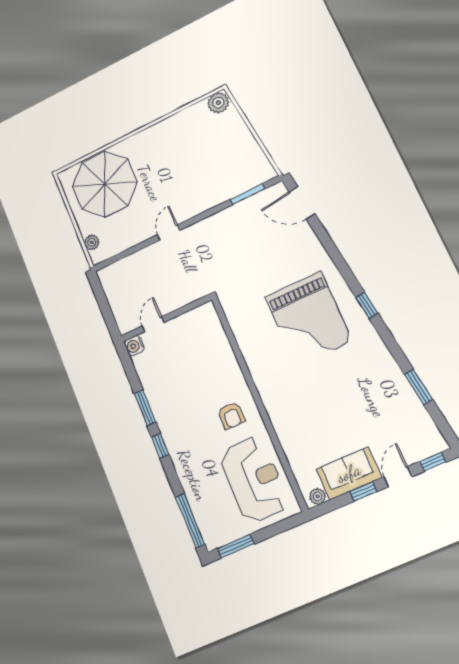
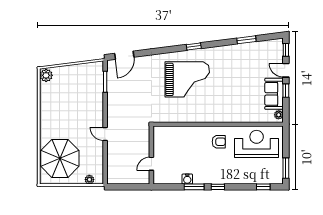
door: (153, 324) -> (151, 164), hinge flipped
water cooler: (134, 346) -> (187, 179), moved
window: (190, 521) -> (263, 187), width x0.46

